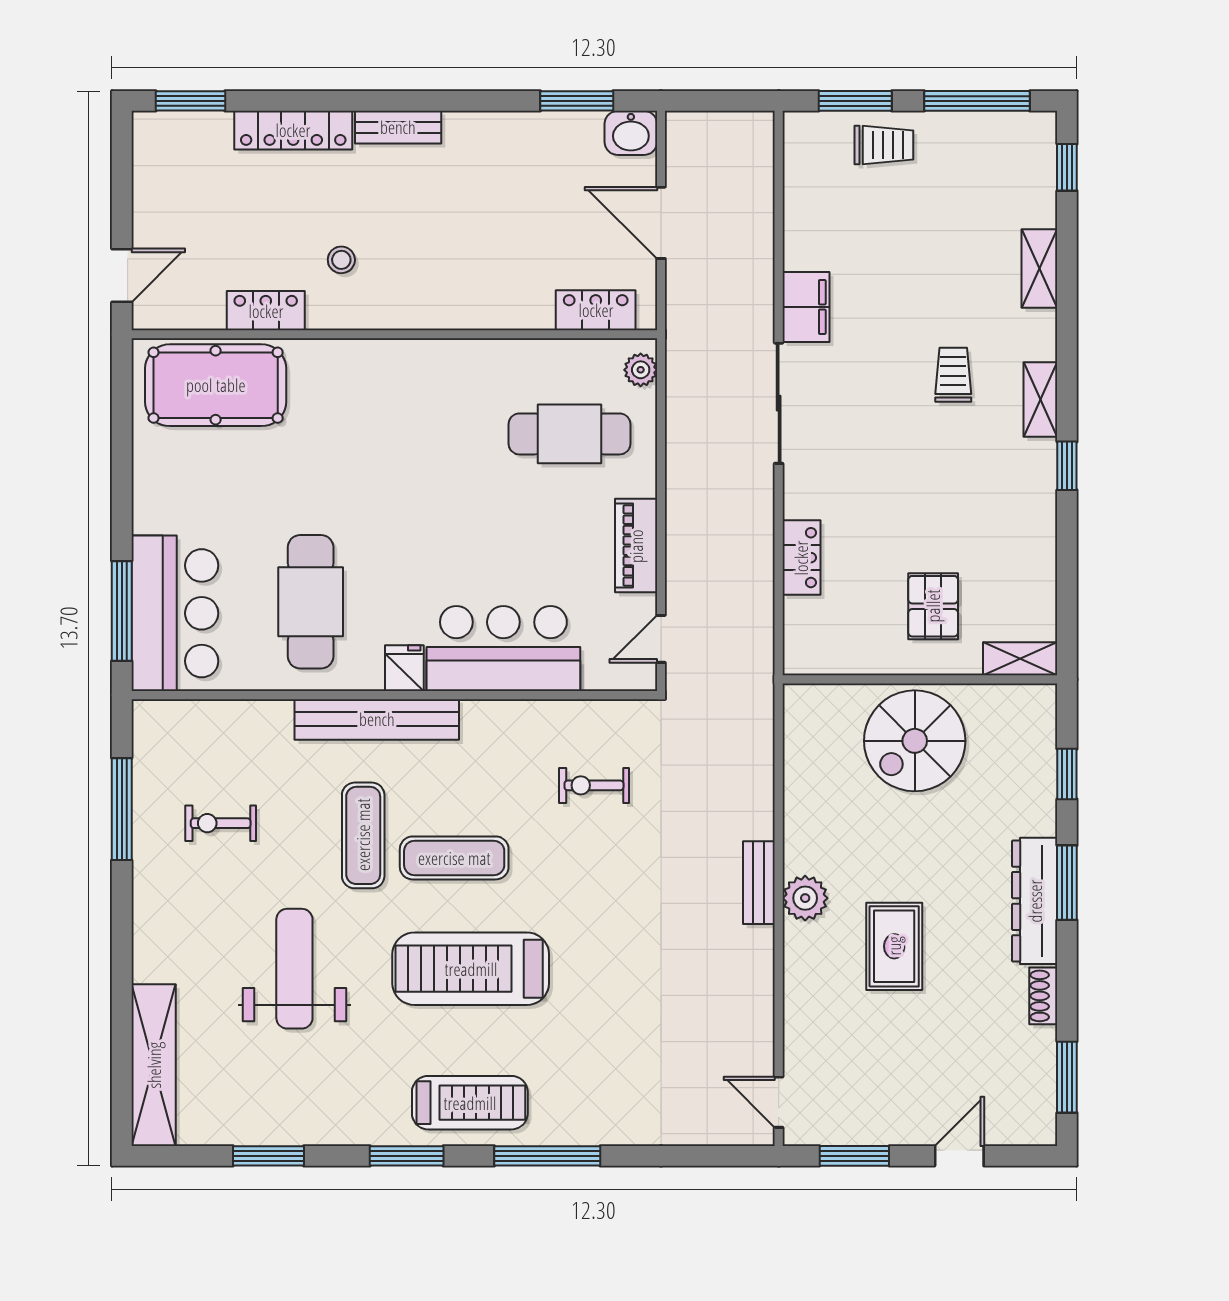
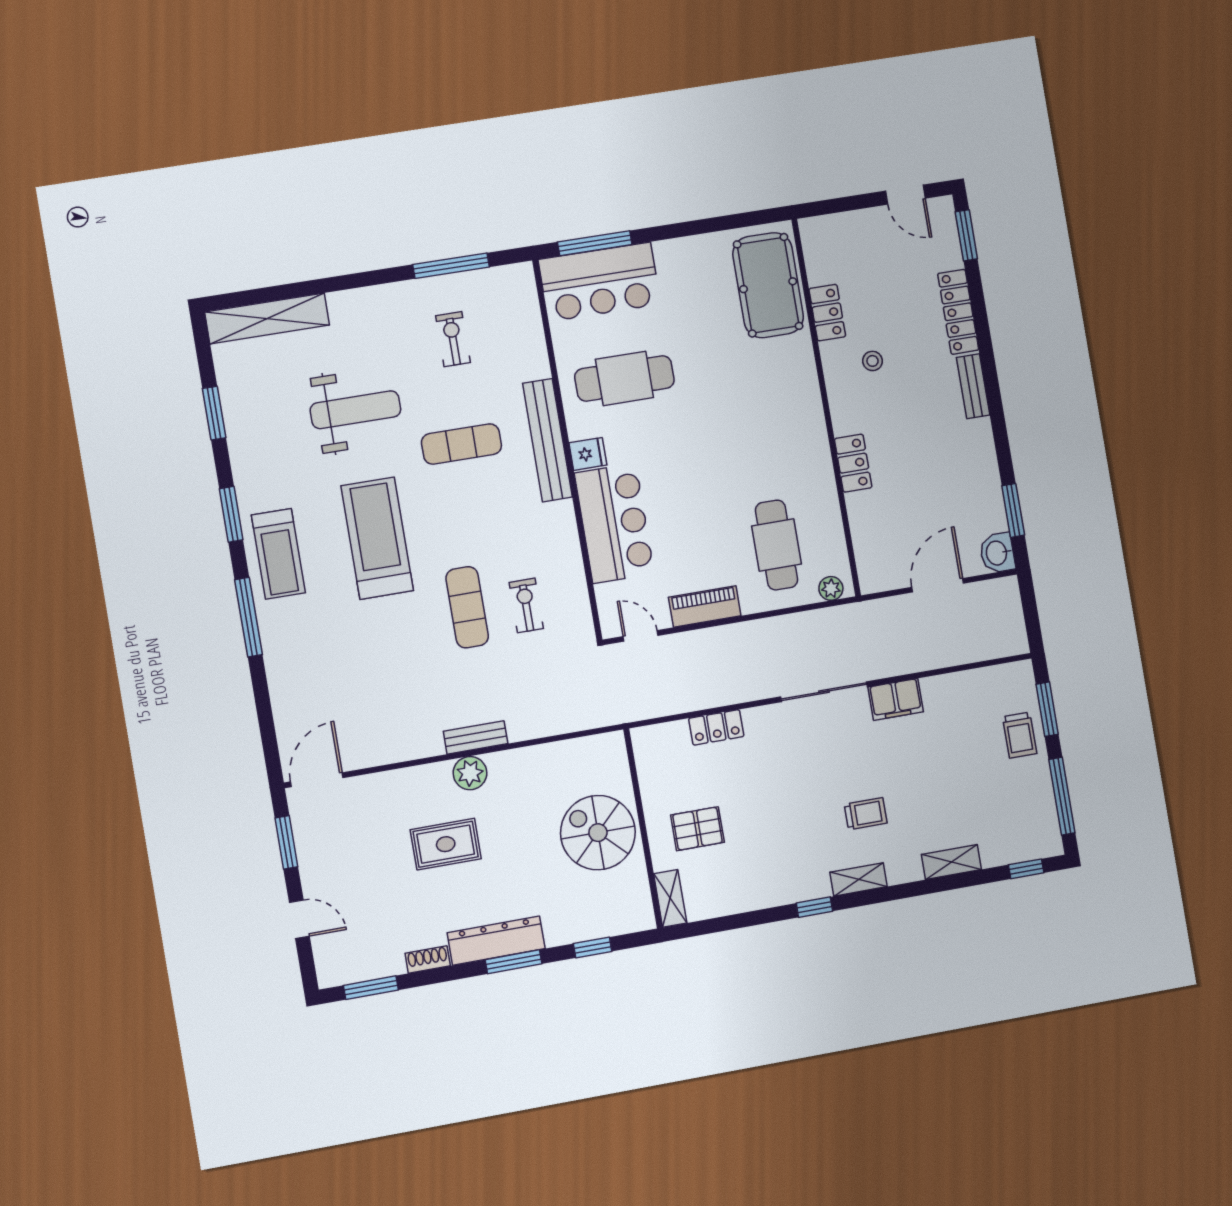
door: (122, 275) -> (905, 195), moved
locker: (596, 310) -> (853, 463), moved
exercise mat: (454, 858) -> (467, 607), moved
door: (779, 1102) -> (317, 780), width x1.38

